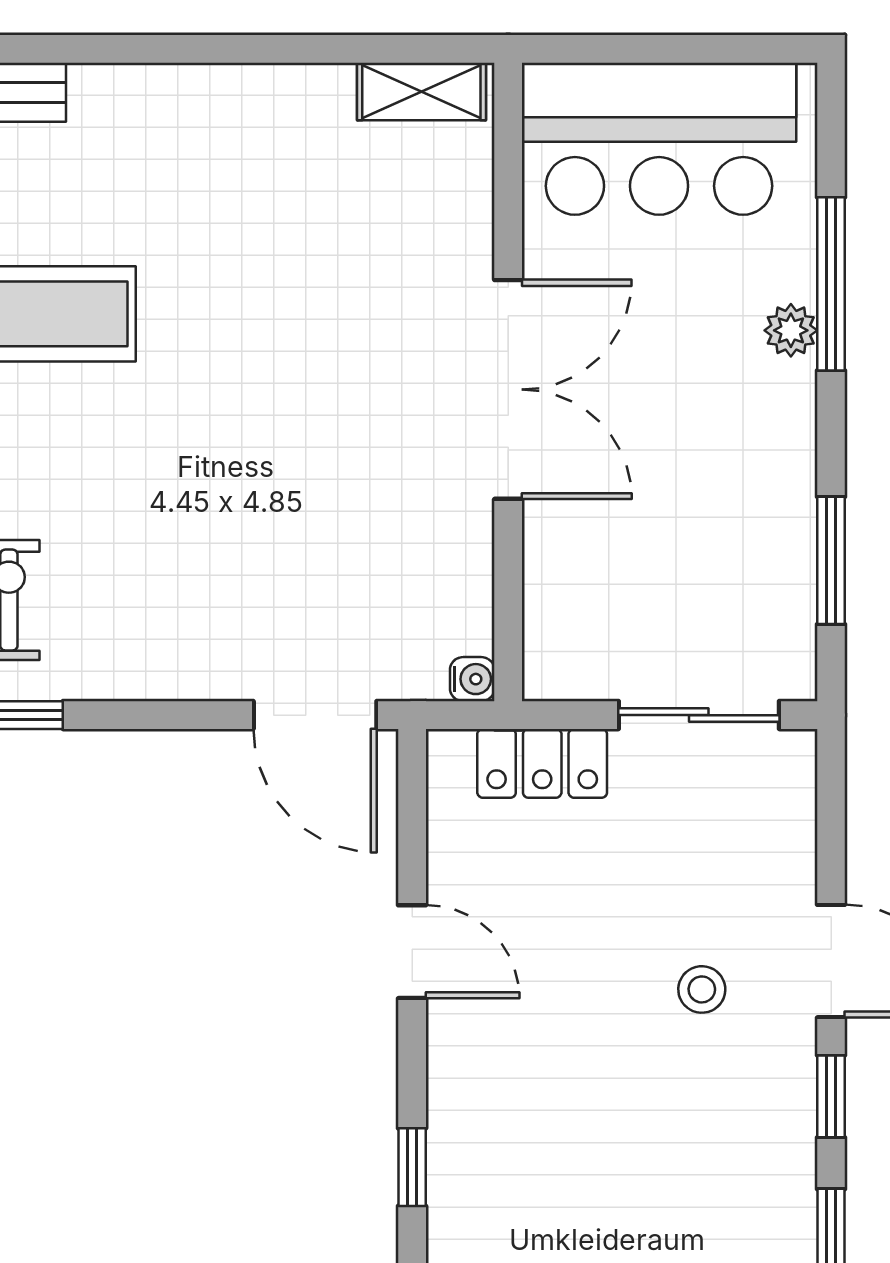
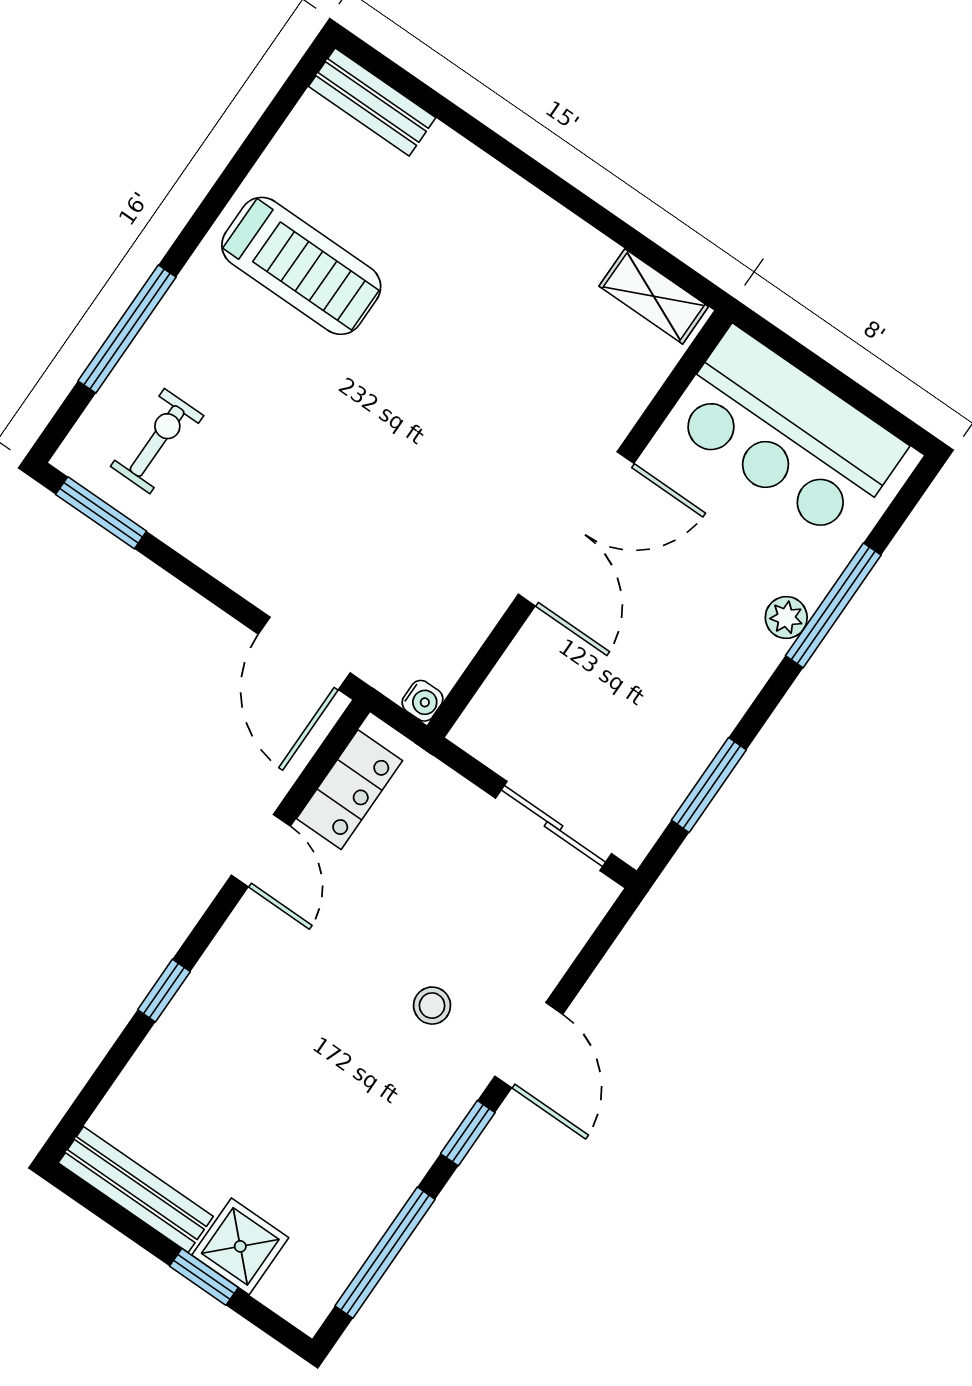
locker: (542, 763) -> (350, 790), moved, turned -90

